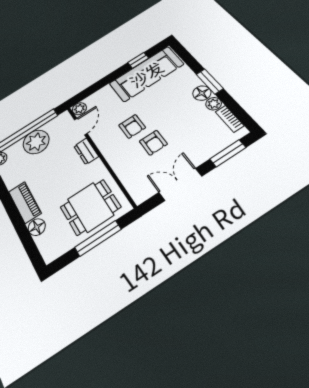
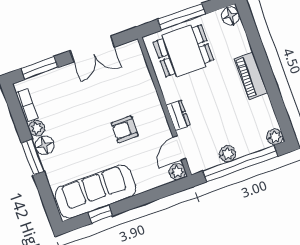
armchair: (132, 126) -> (125, 129), turned -90
plant: (36, 142) -> (227, 154), width x0.53, depth x0.53
armchair: (153, 143) -> (107, 103), removed
floor lamp: (37, 227) -> (230, 16), moved

